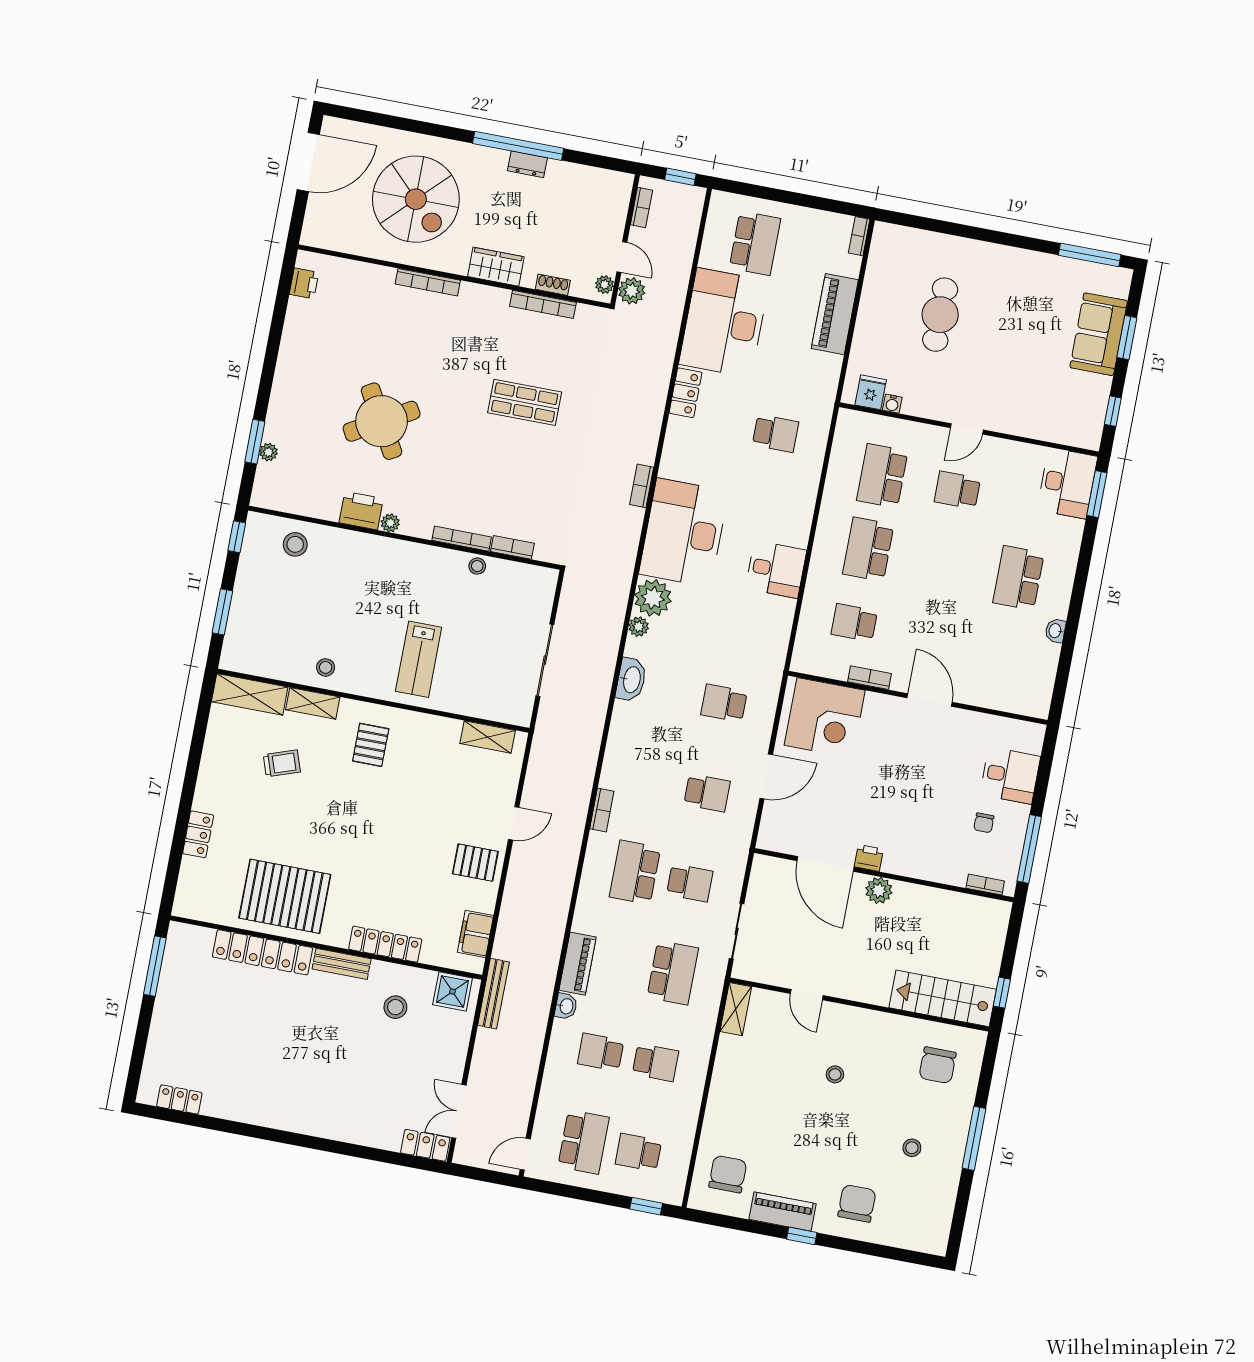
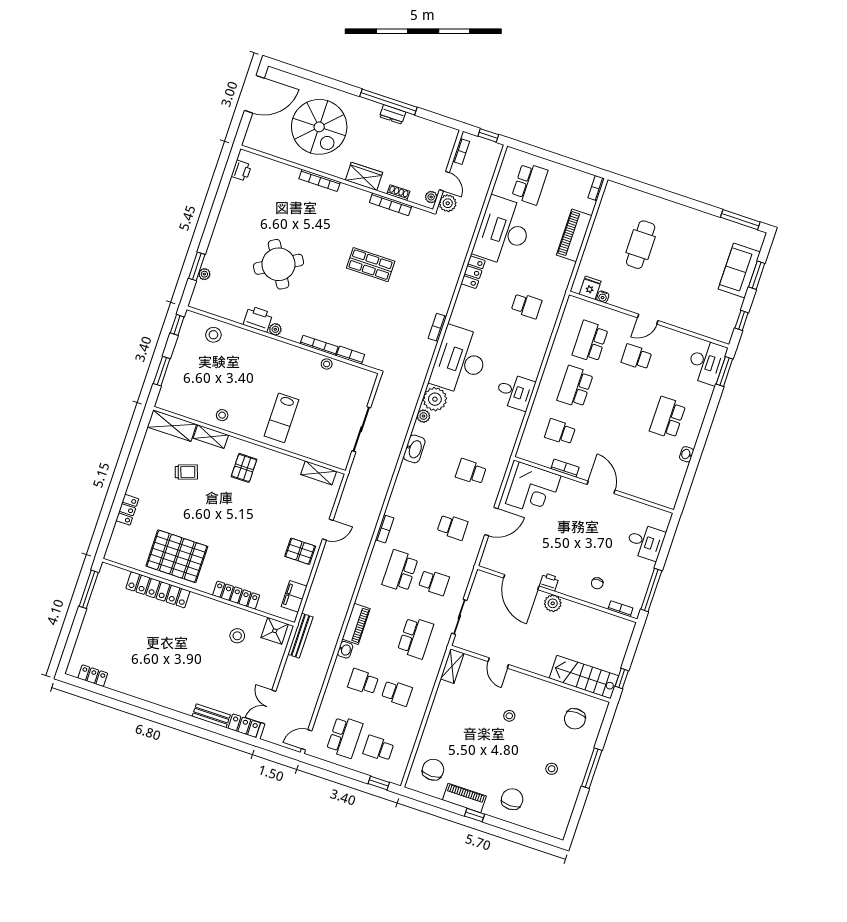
chair: (984, 823) -> (597, 583), moved
bench: (342, 964) -> (211, 716), moved

